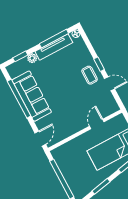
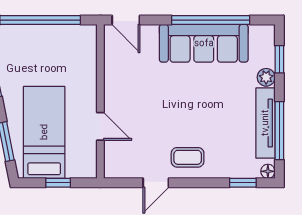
window: (99, 64) -> (243, 183), moved

